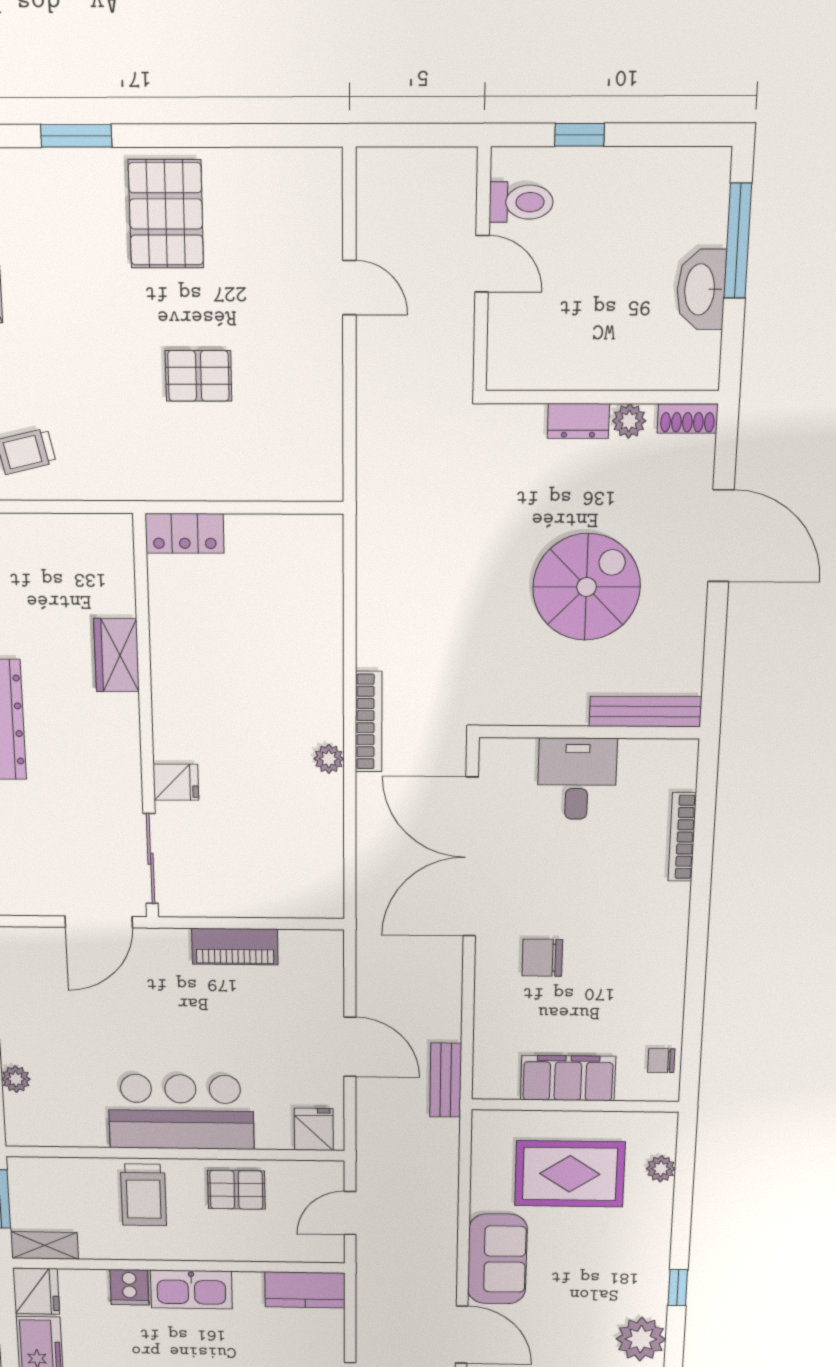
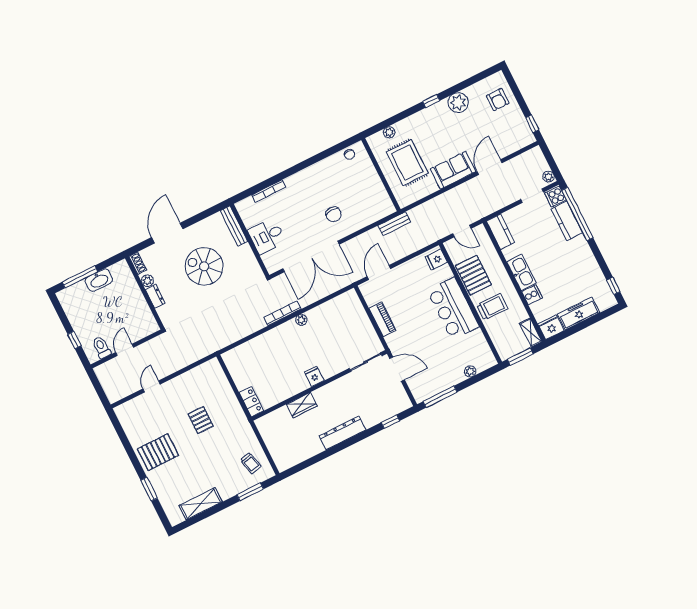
fridge: (176, 782) -> (314, 376), moved
door: (350, 1047) -> (379, 273), moved
filing cabinet: (568, 1078) -> (372, 182), removed
pallet: (236, 1190) -> (473, 275), width x1.50, depth x1.42

